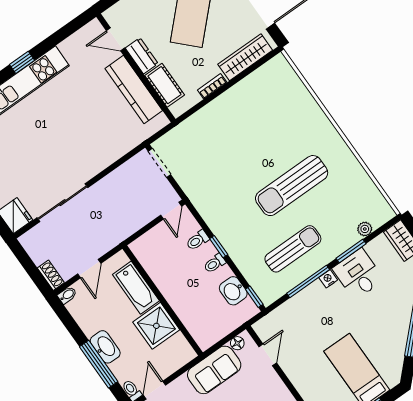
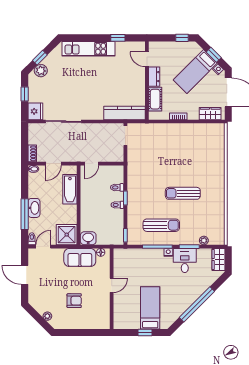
wardrobe: (245, 57) -> (210, 114), width x0.67
window: (22, 62) -> (118, 38), moved
kitchen counter: (134, 89) -> (125, 113), moved, turned 90
sun lounger: (292, 186) -> (183, 193), width x0.73, depth x0.75
door: (171, 211) -> (92, 164), moved
washbasin: (233, 291) -> (88, 238), moved, turned 90
shower: (156, 326) -> (67, 235), moved
door: (268, 355) -> (112, 285), moved

